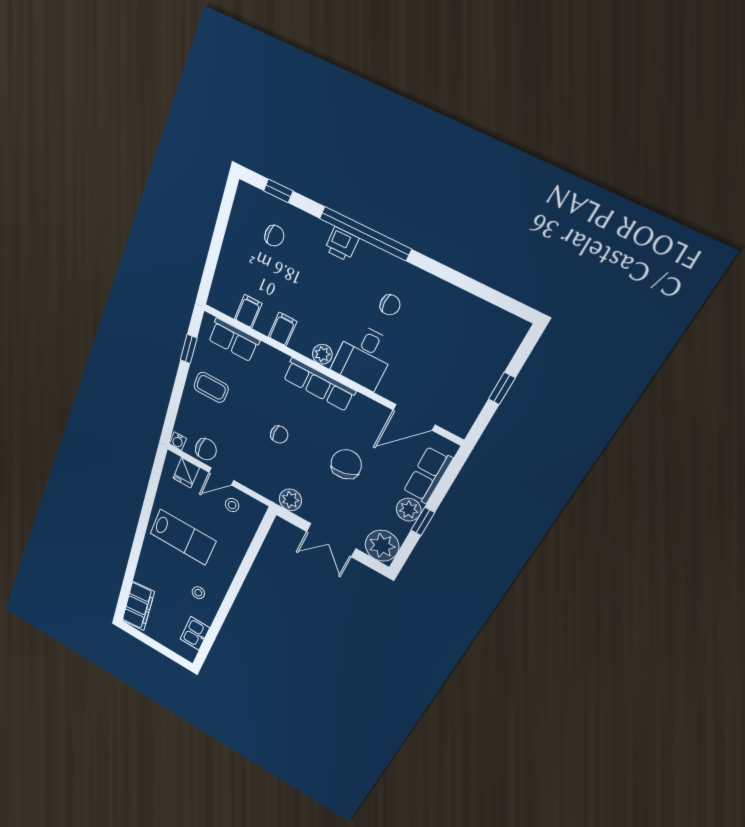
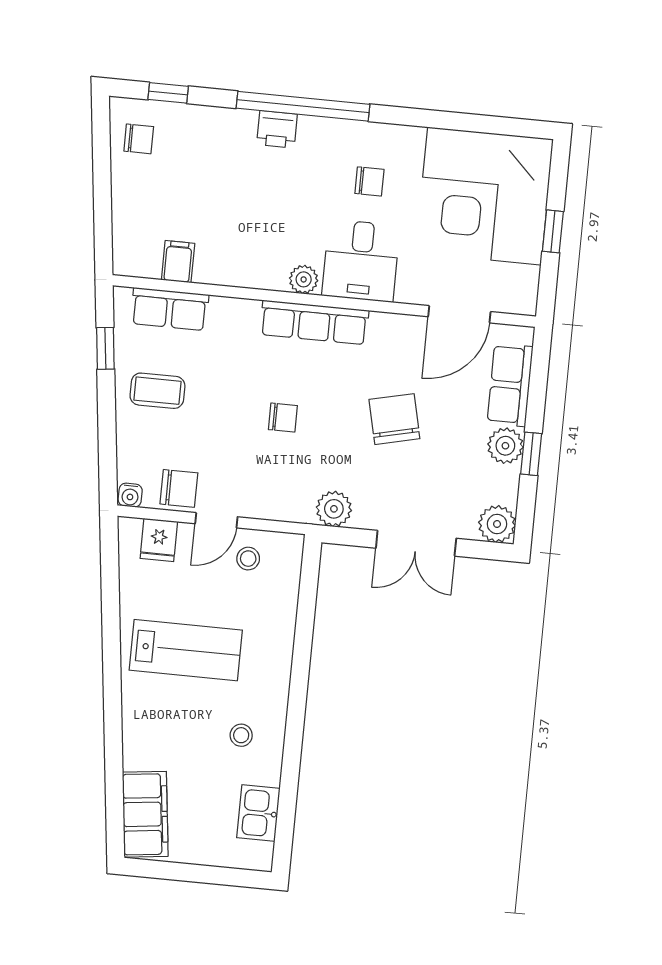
chair: (274, 236) -> (139, 139), moved
filing cabinet: (283, 329) -> (236, 267), removed
corner desk: (465, 345) -> (484, 196), added
plant: (382, 546) -> (497, 524), width x0.73, depth x0.73

